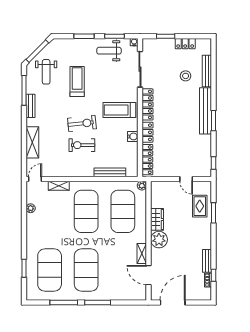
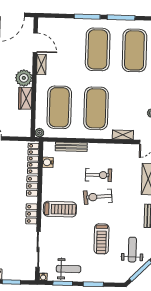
locker: (147, 104) -> (31, 214), width x0.66
water cooler: (133, 136) -> (48, 162), moved

